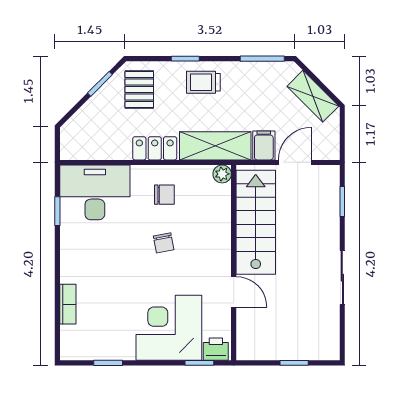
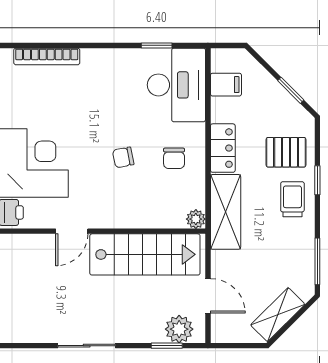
pallet: (139, 90) -> (286, 152), moved
filing cabinet: (264, 145) -> (226, 85), moved
plant: (327, 190) -> (179, 329), added
bookcase: (68, 304) -> (47, 56), width x1.56

